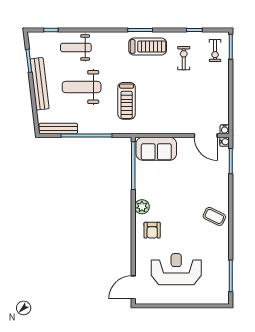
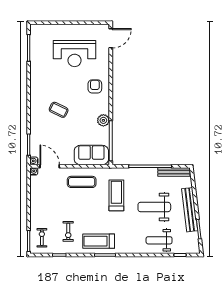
weight bench: (76, 48) -> (159, 240), turned 180
weight bench: (82, 87) -> (154, 207), turned 180
exercise mat: (168, 117) -> (82, 182), added
plant: (142, 207) -> (103, 120), moved
coffee table: (214, 216) -> (59, 110), moved

